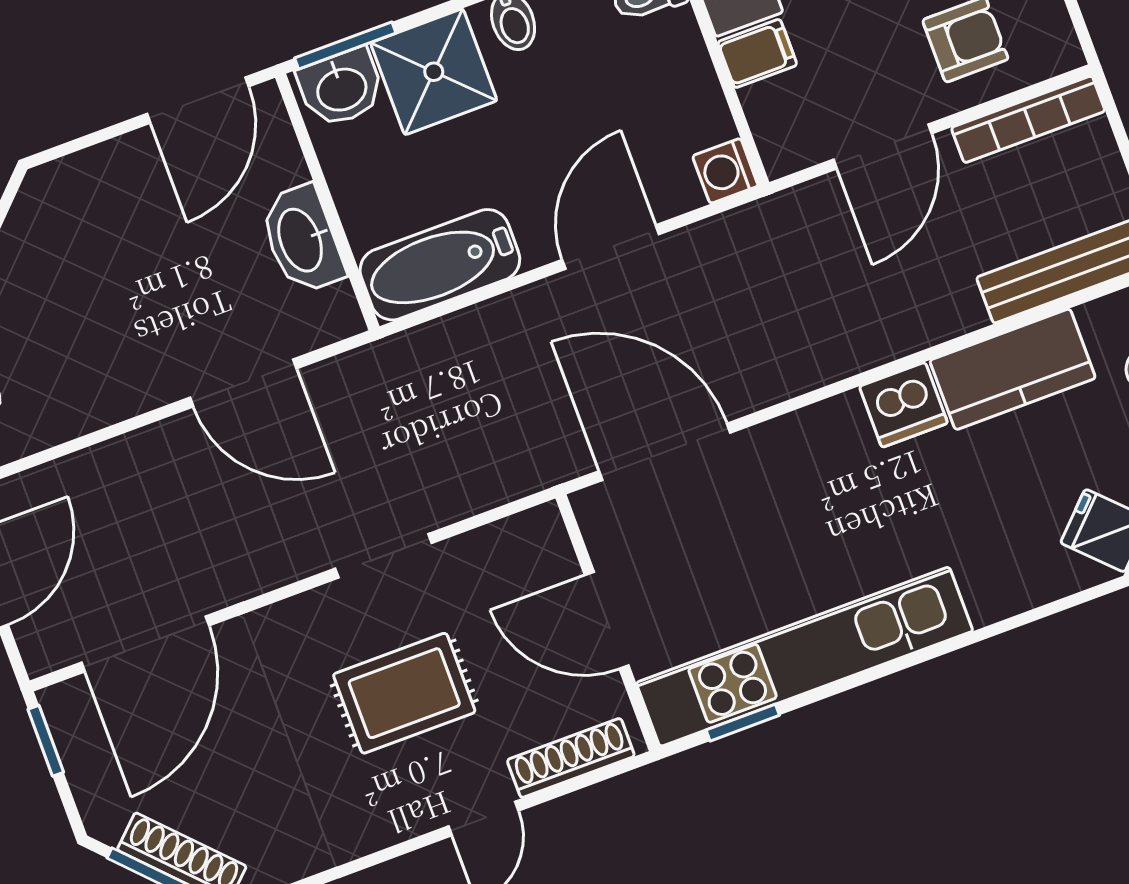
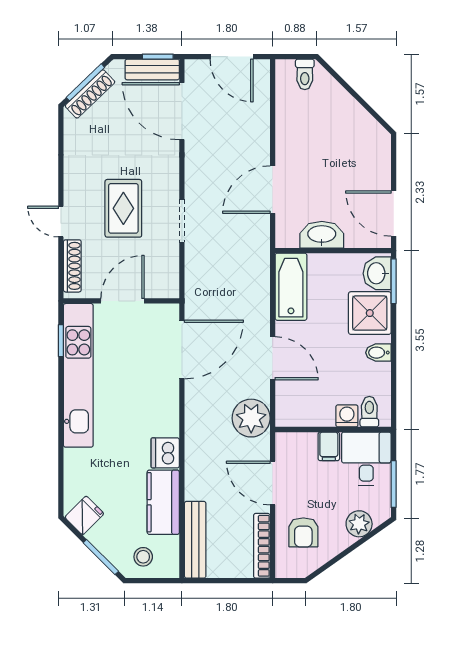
washing machine: (725, 171) -> (347, 416), moved
plant: (758, 246) -> (251, 418), added
bench: (78, 742) -> (152, 69), added

